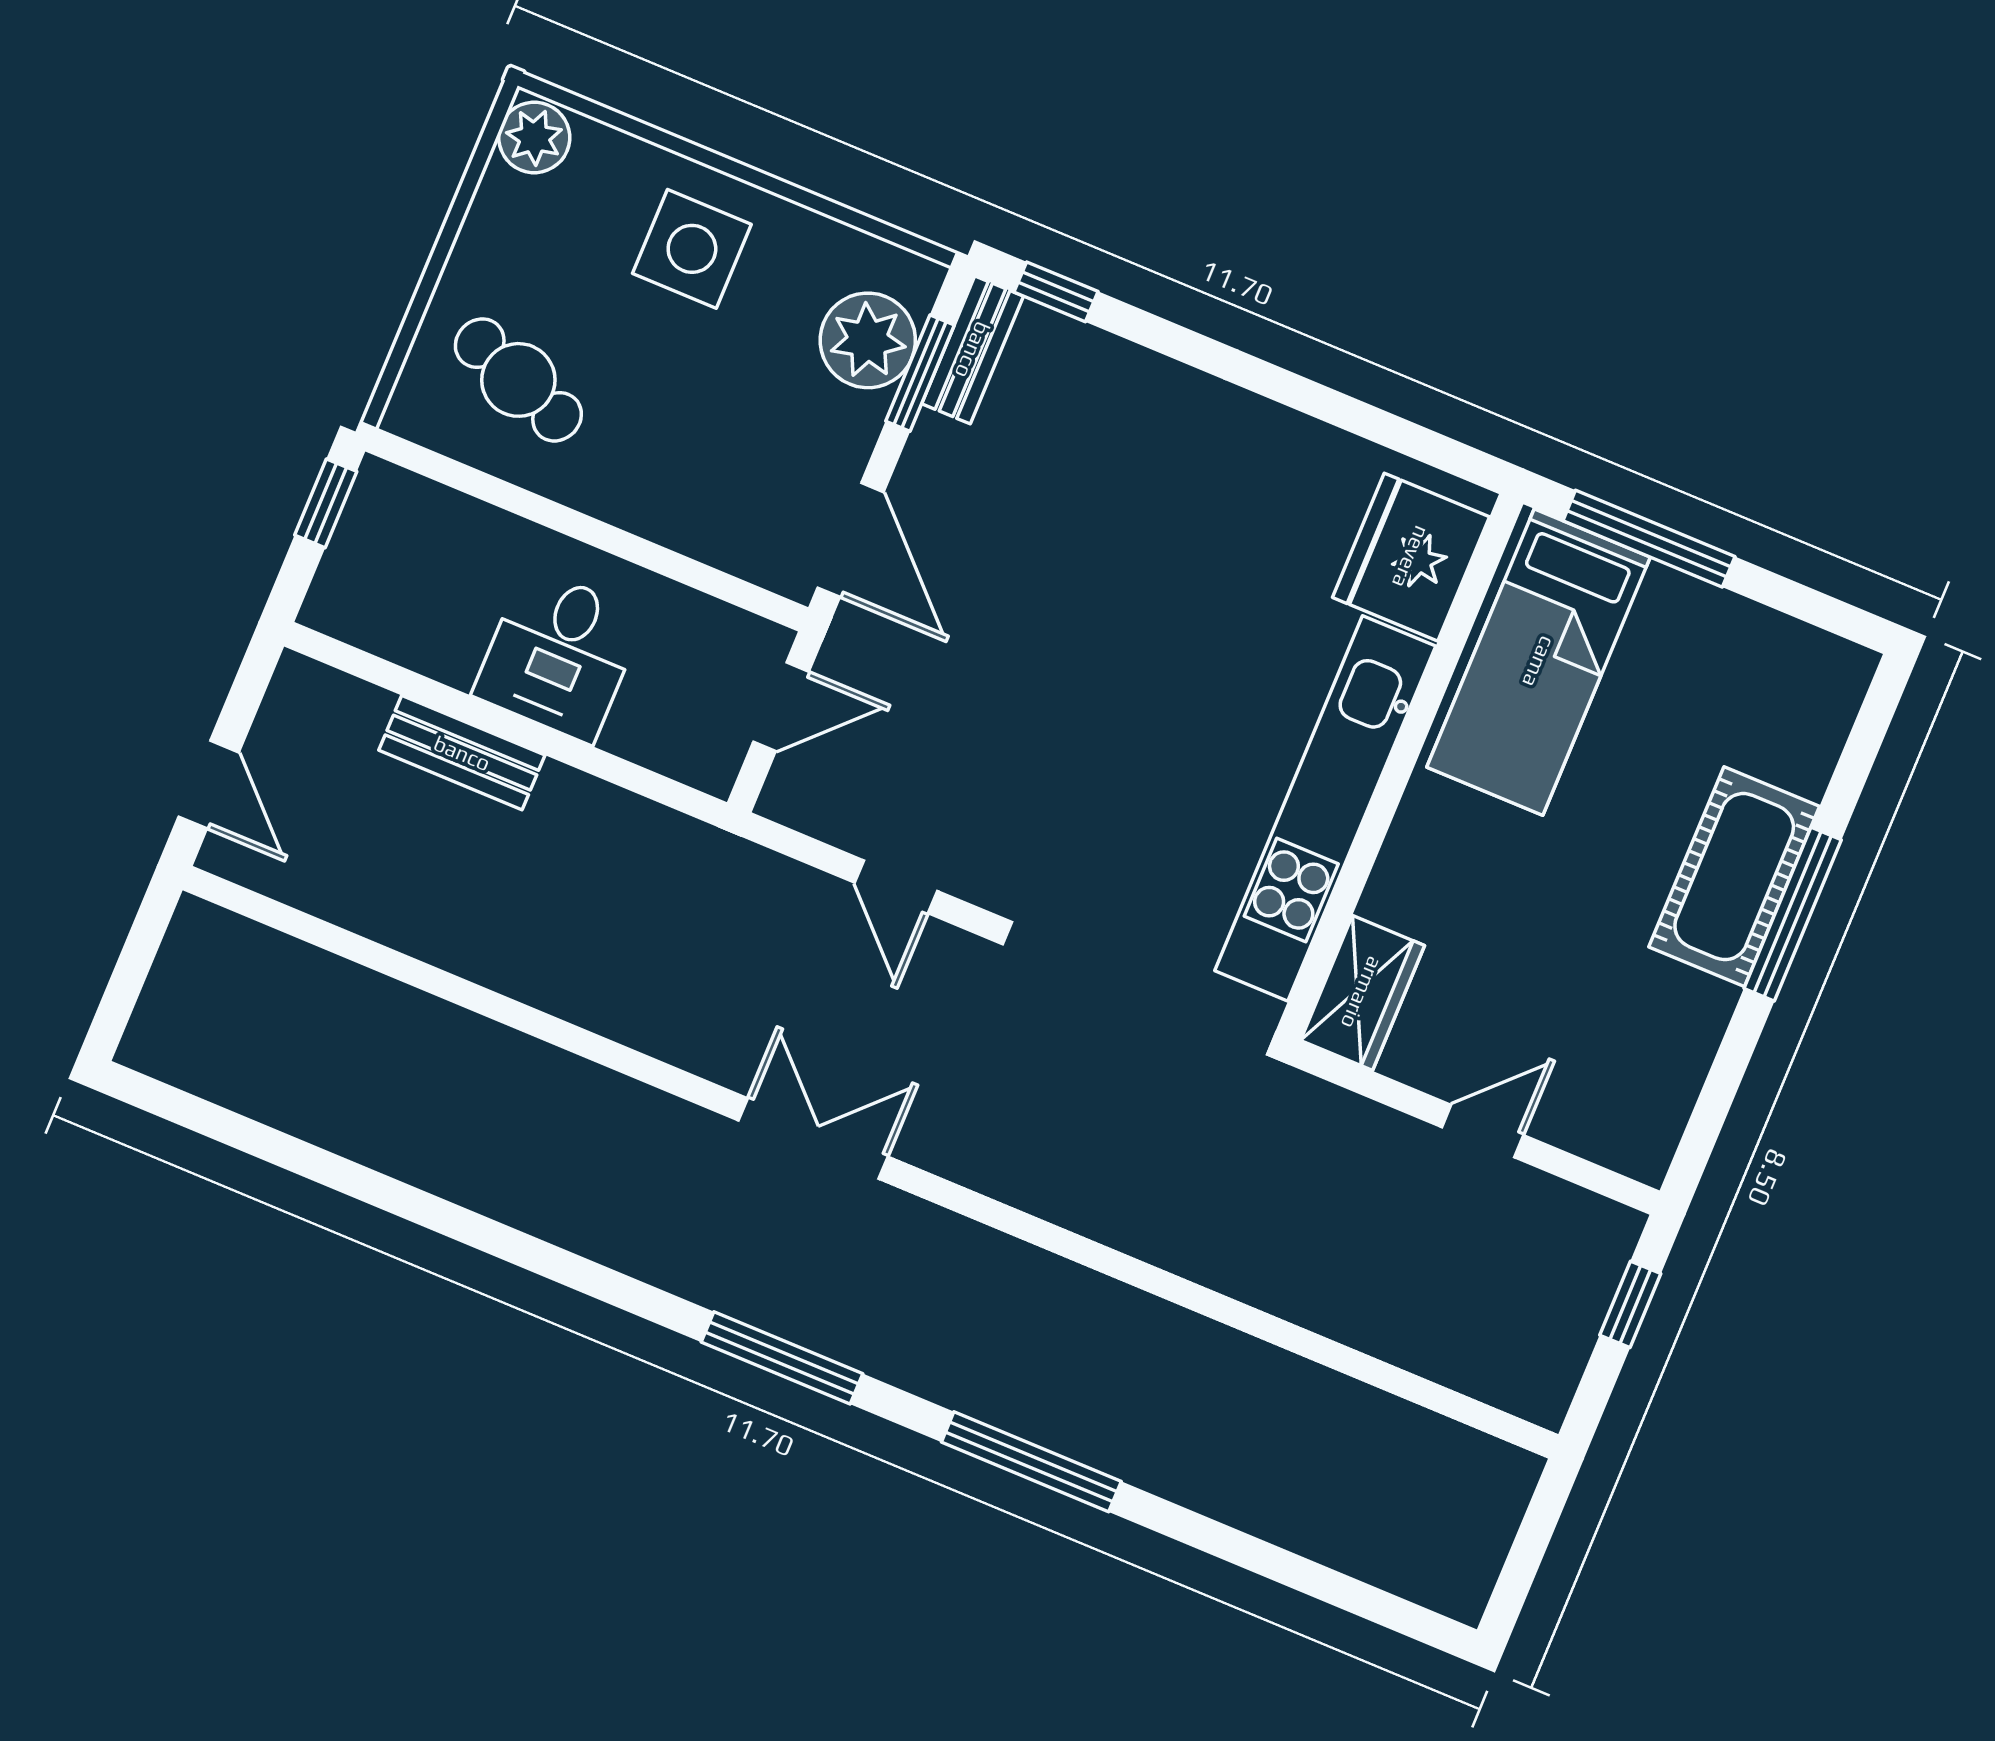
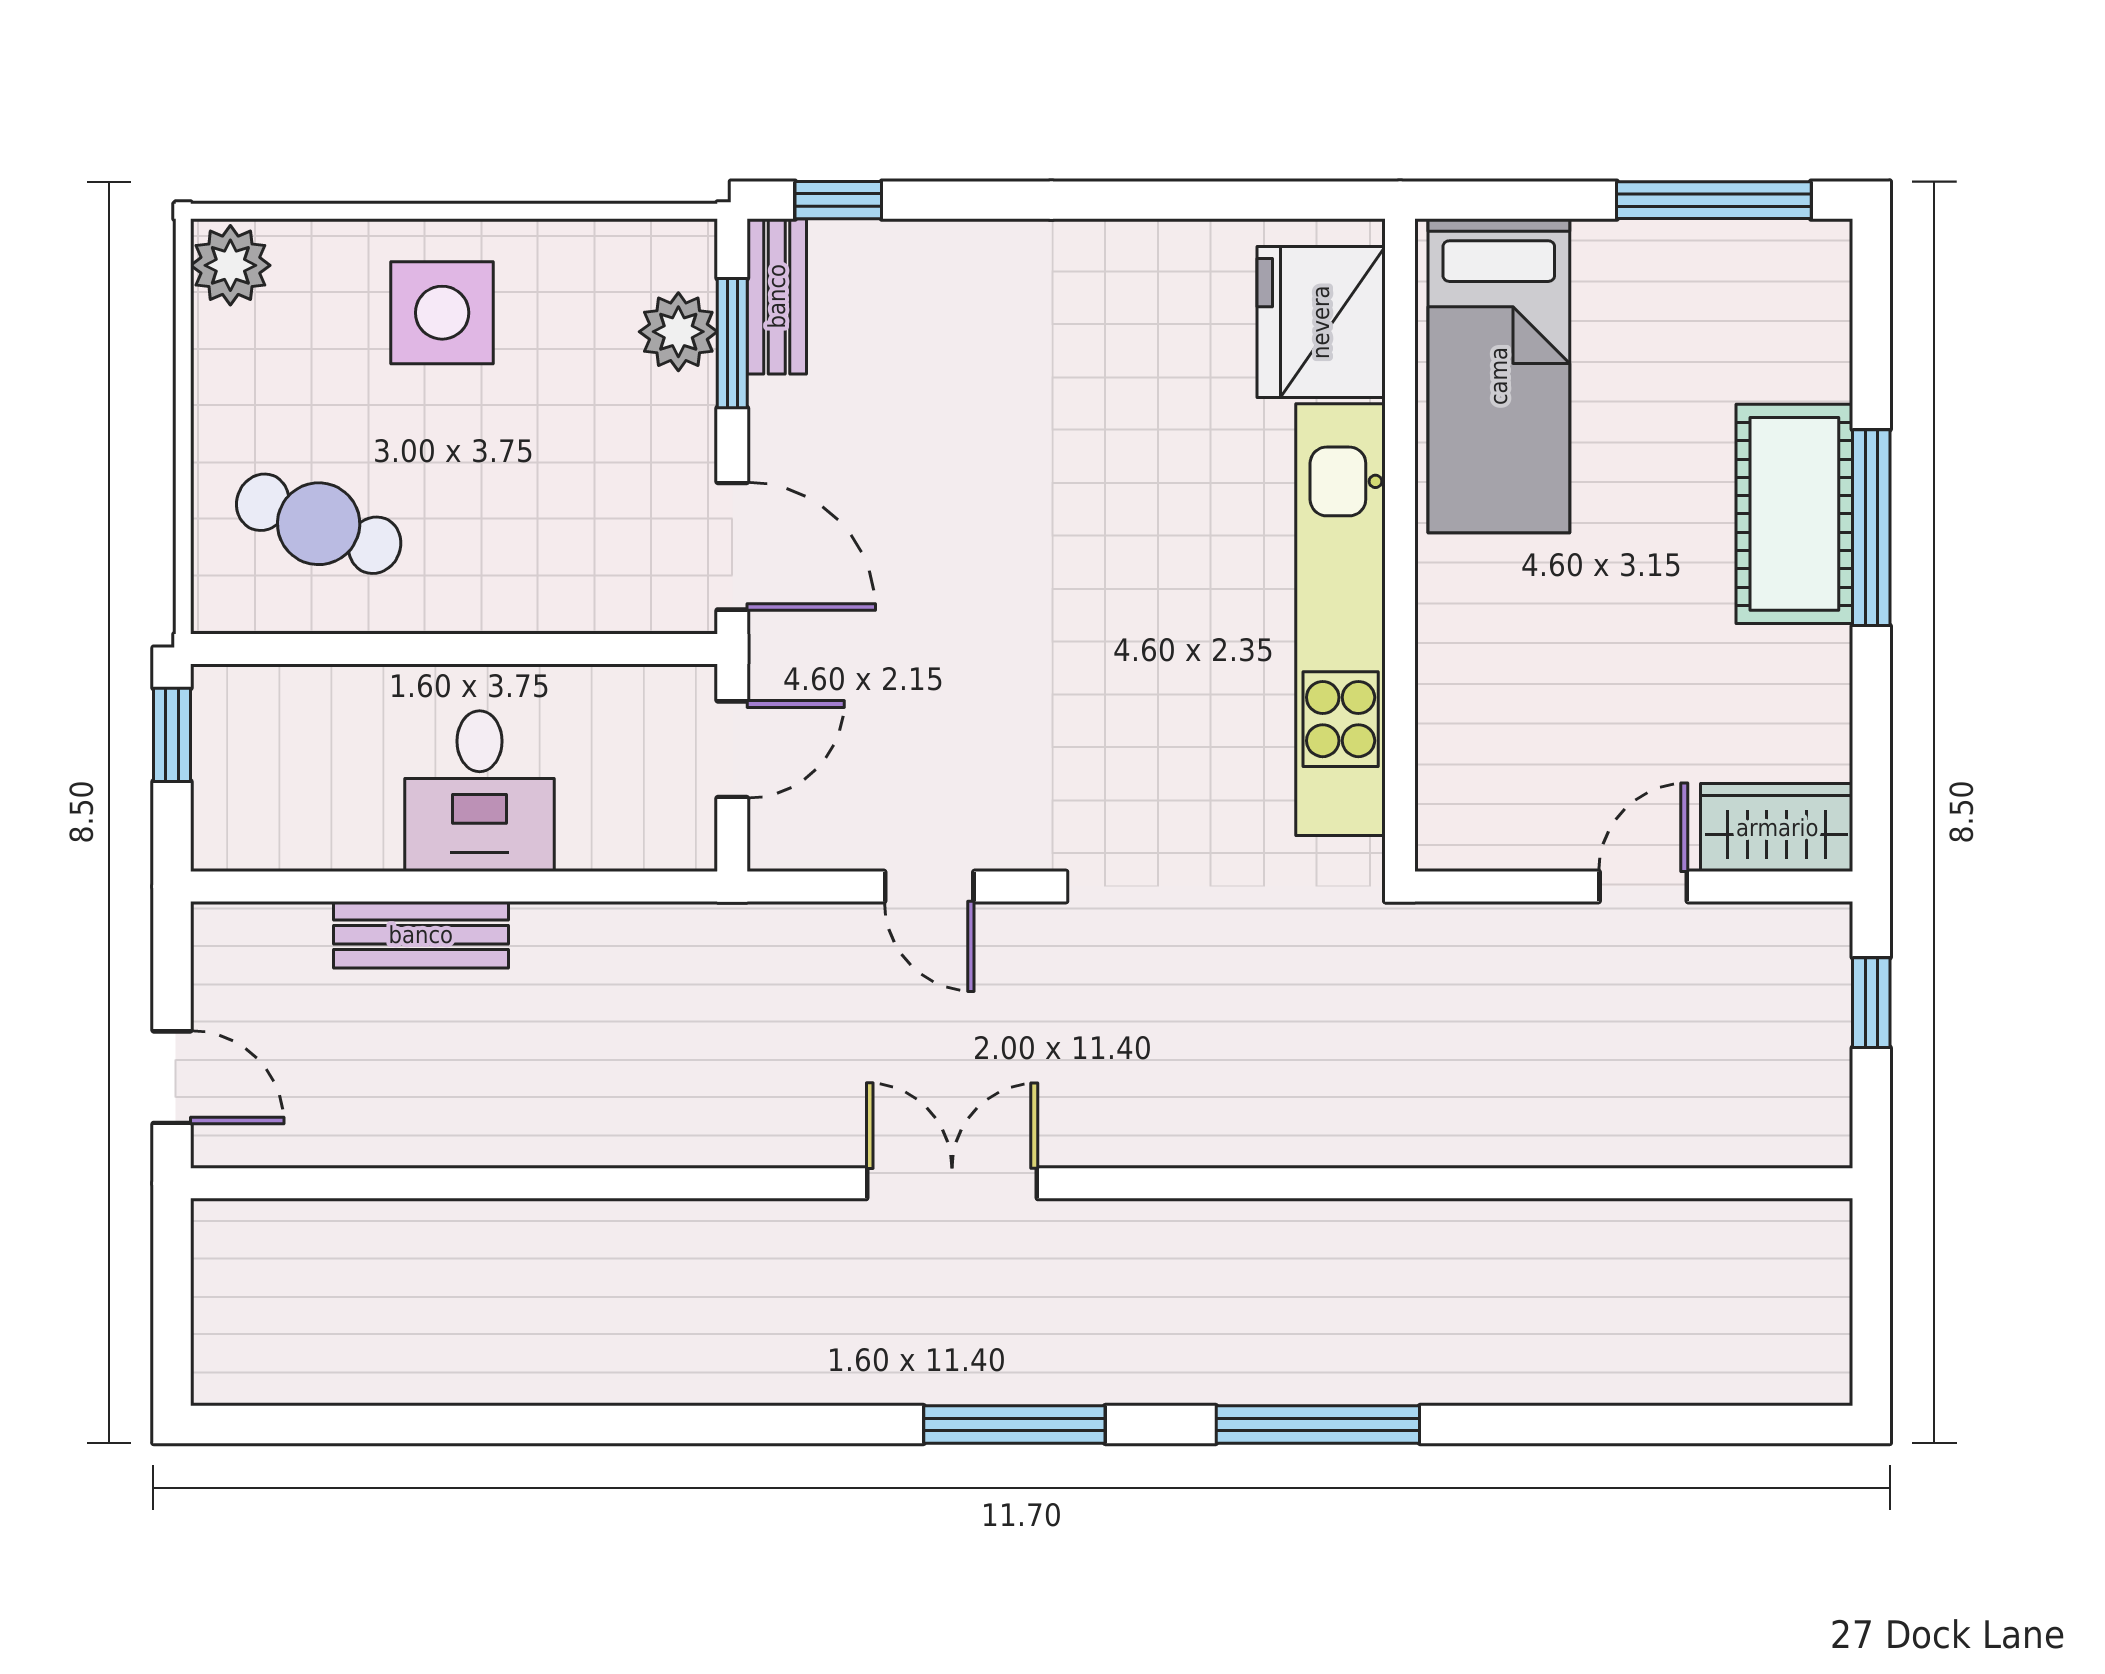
plant: (868, 340) -> (678, 332), width x0.73, depth x0.73
window: (1649, 539) -> (1714, 200), moved
wardrobe: (1362, 993) -> (1777, 828), moved, turned -90

